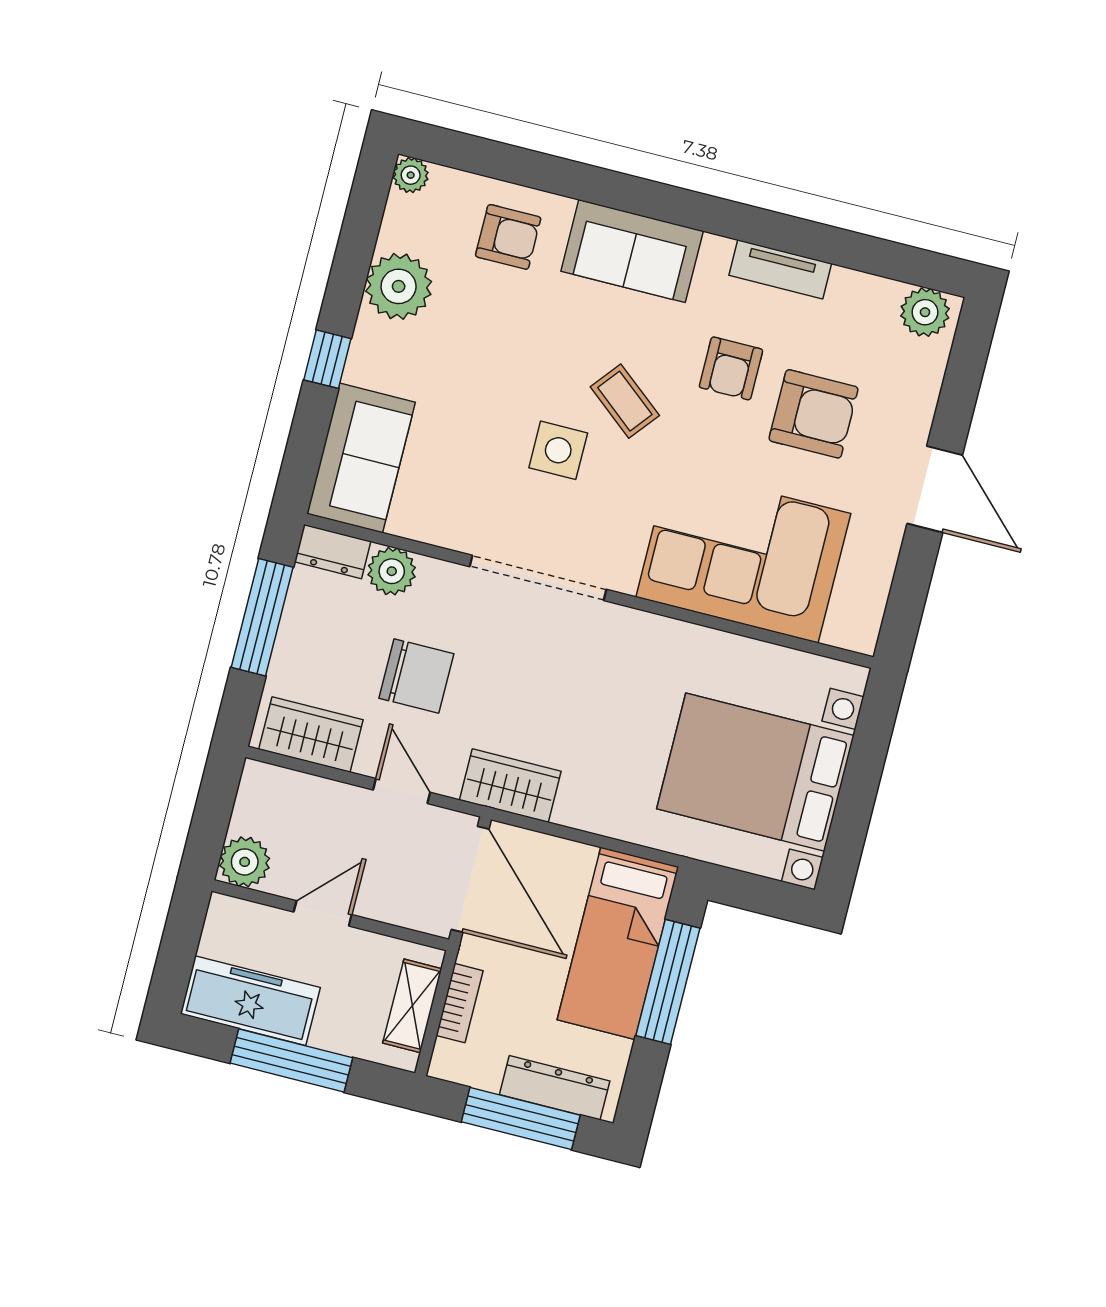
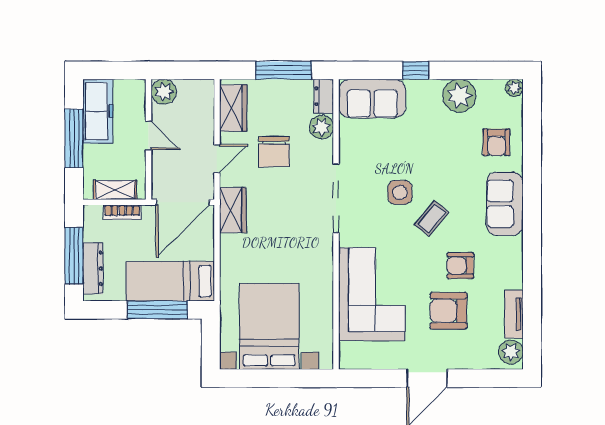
tv unit: (780, 269) -> (514, 314), moved
armchair: (814, 414) -> (449, 311), turned 90

